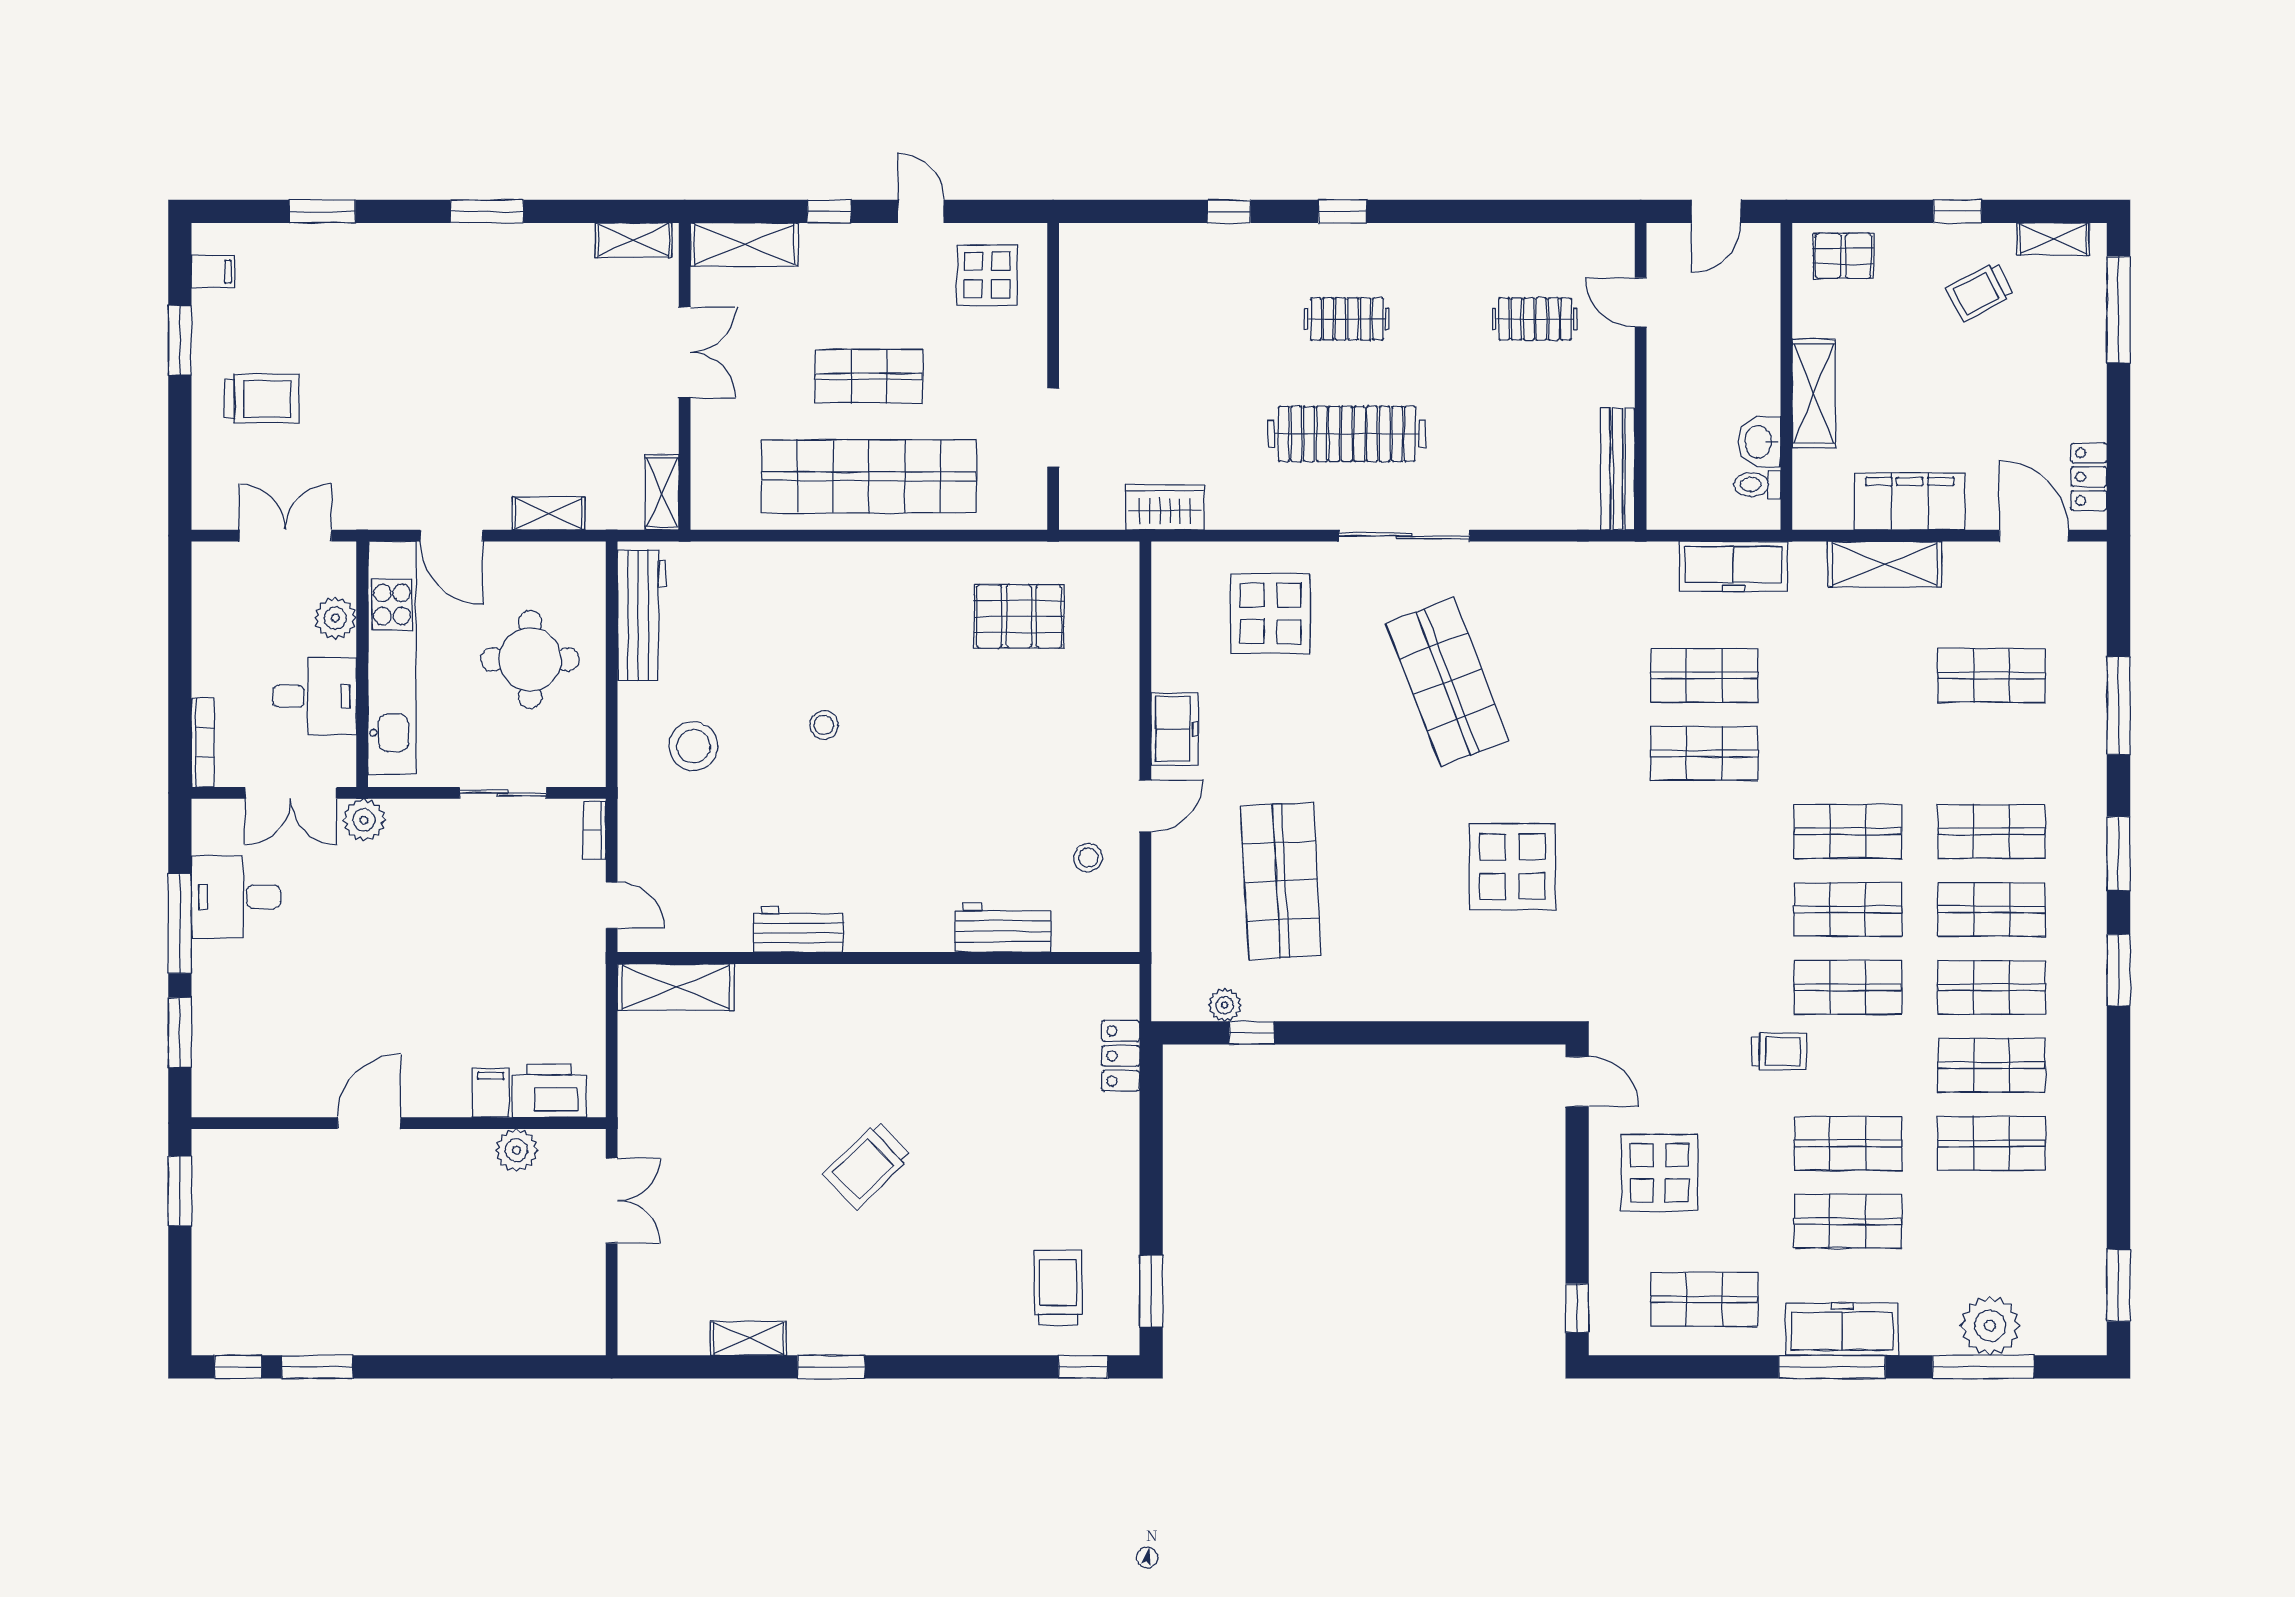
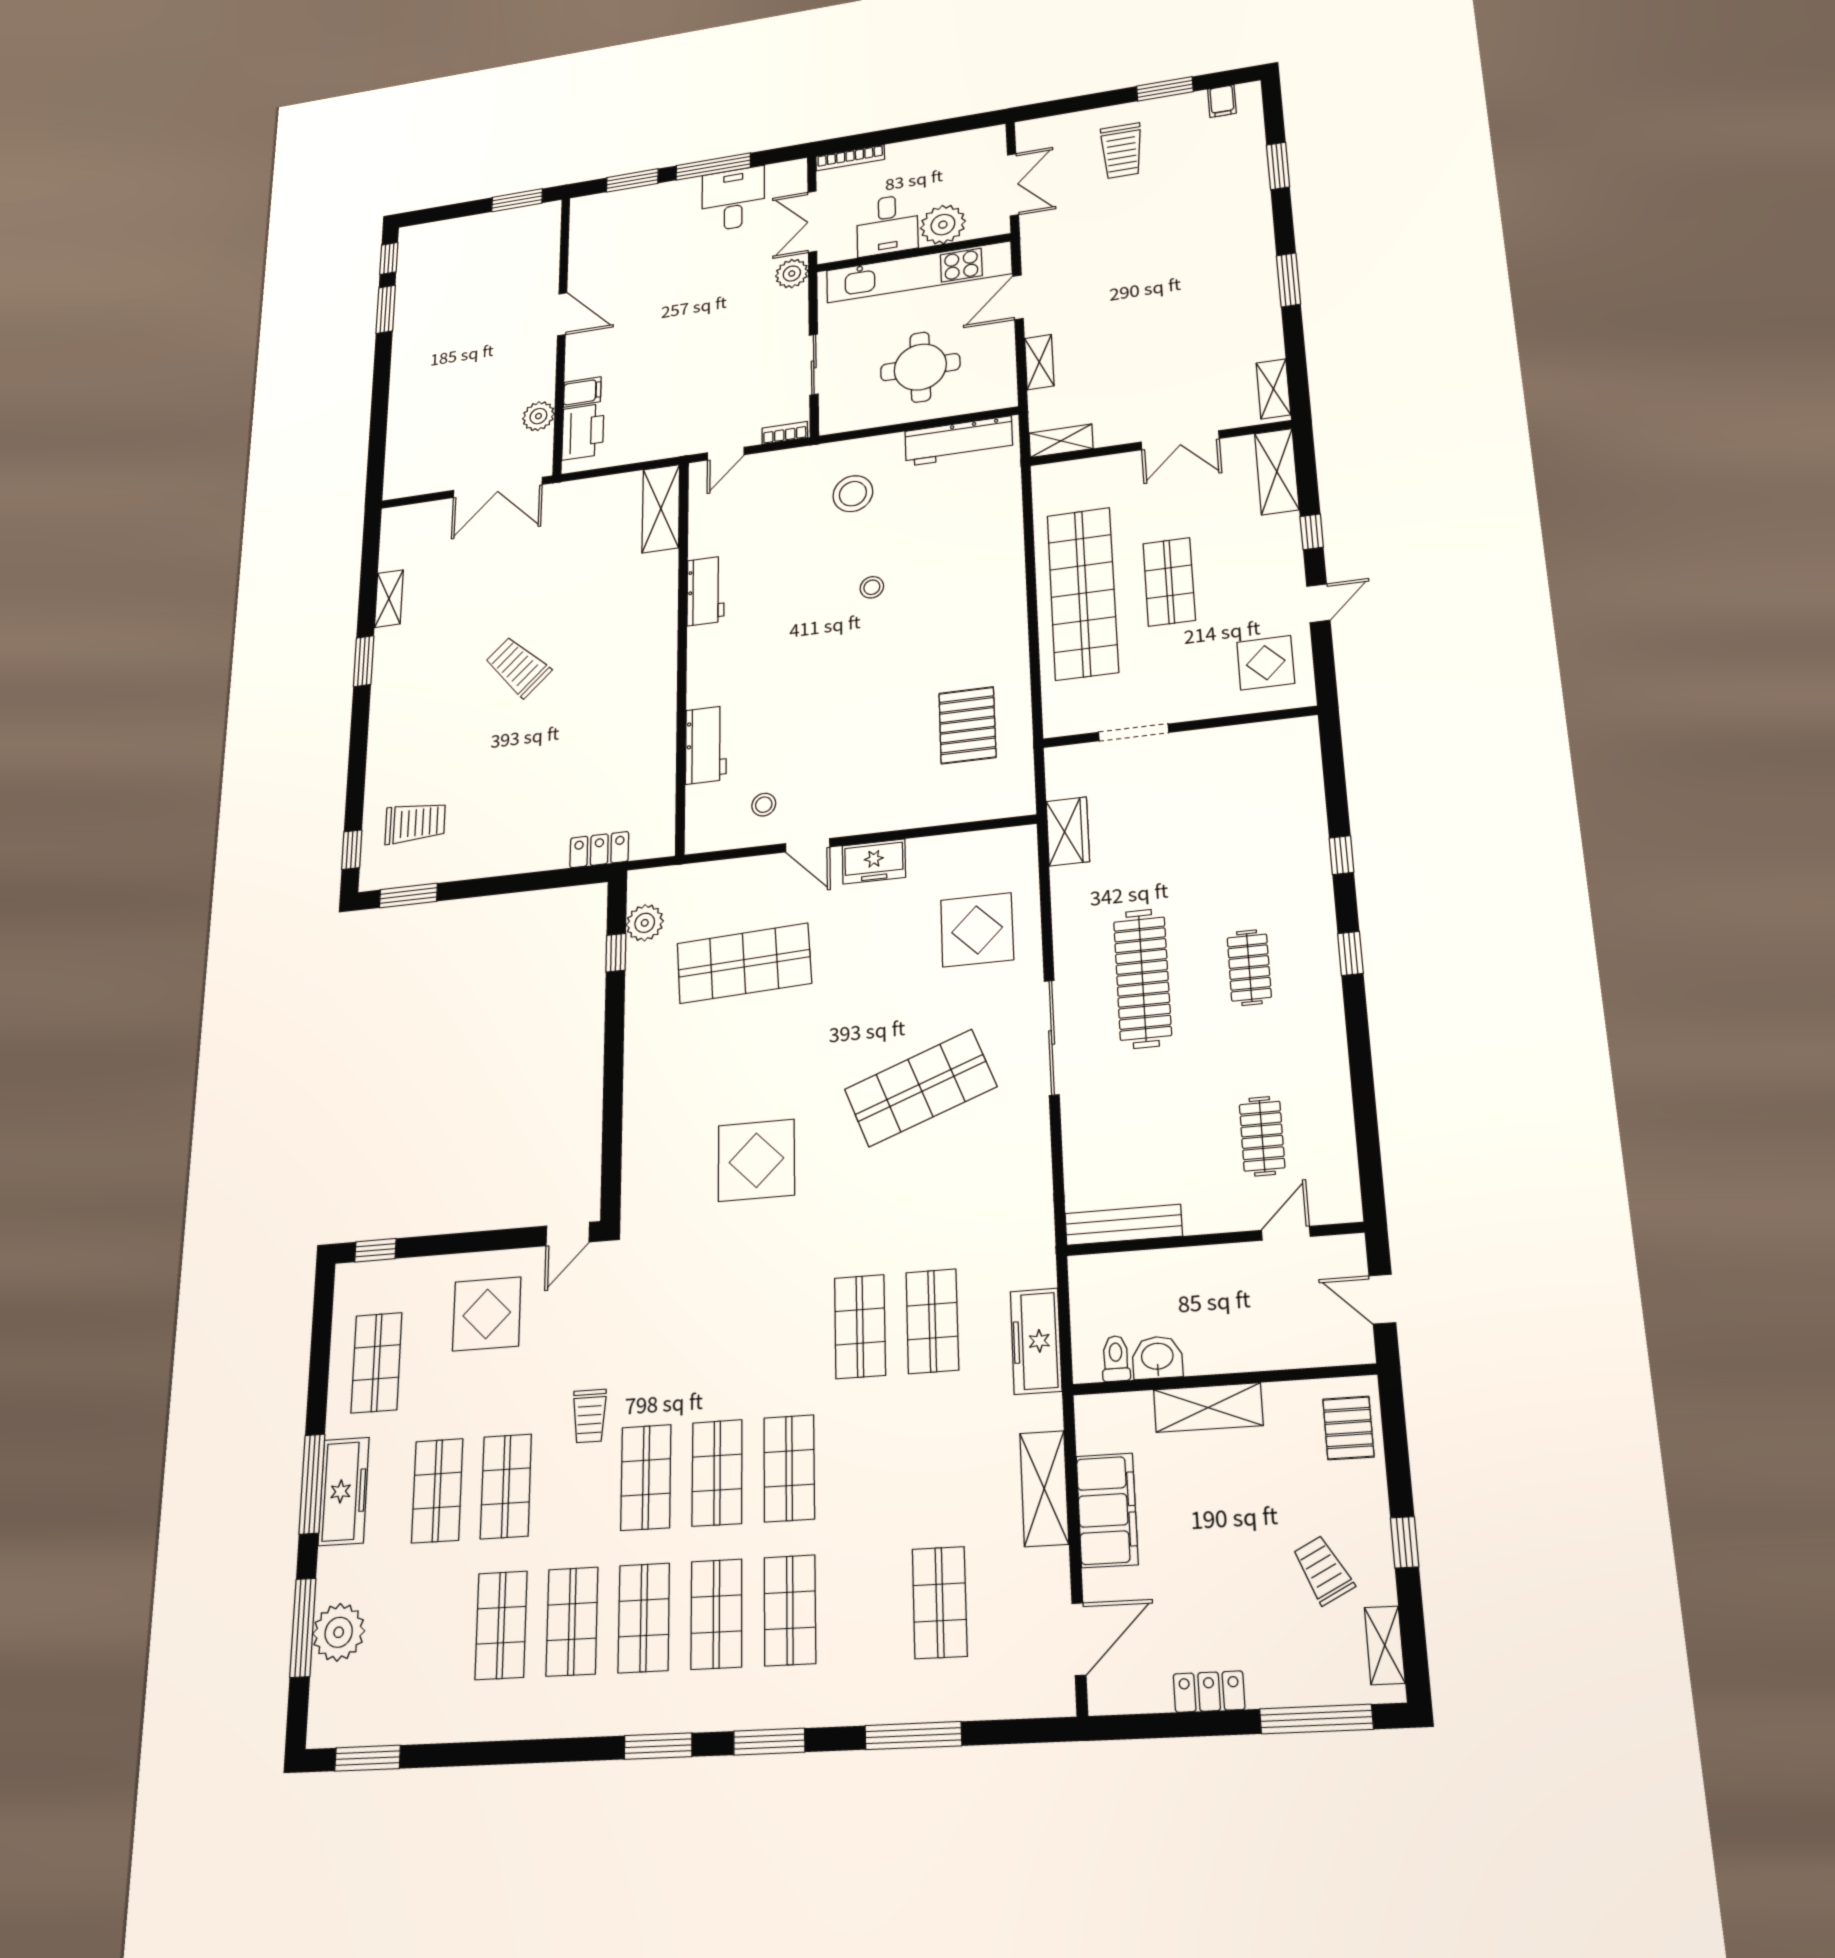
locker: (2089, 477) -> (1209, 1692), moved
plant: (335, 618) -> (943, 225), width x1.36, depth x1.36
plant: (1225, 1005) -> (645, 923), width x1.38, depth x1.38
double door: (612, 1201) -> (498, 487), width x1.37

